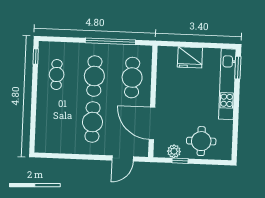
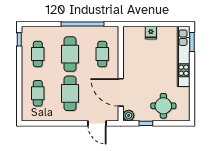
fridge: (190, 57) -> (151, 33), width x0.53, depth x0.75
cafe table: (132, 78) -> (102, 54), width x0.73, depth x0.74
cafe table: (55, 120) -> (38, 93), added
plant: (174, 151) -> (129, 115), moved
door: (123, 158) -> (97, 123), hinge flipped

